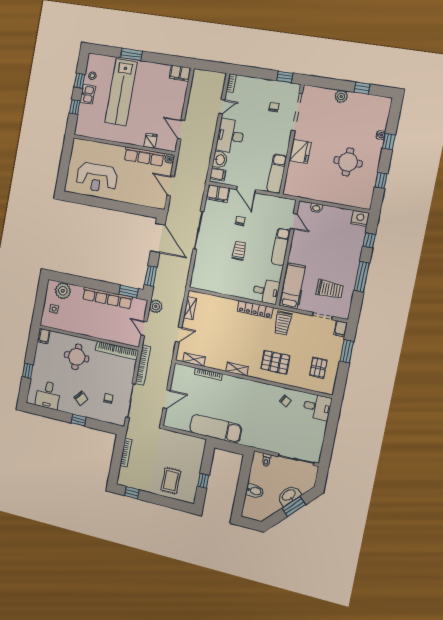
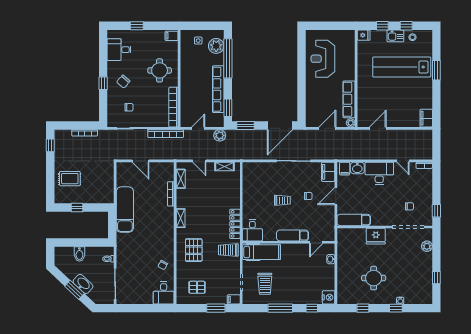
plant: (341, 96) -> (427, 246), moved
fridge: (150, 141) -> (364, 35), moved
window: (78, 281) -> (228, 58), added

